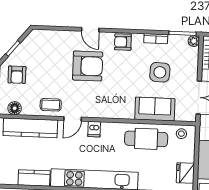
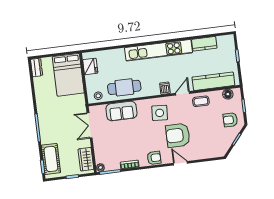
side table: (160, 72) -> (160, 113), moved
armchair: (17, 75) -> (230, 120), turned -90

